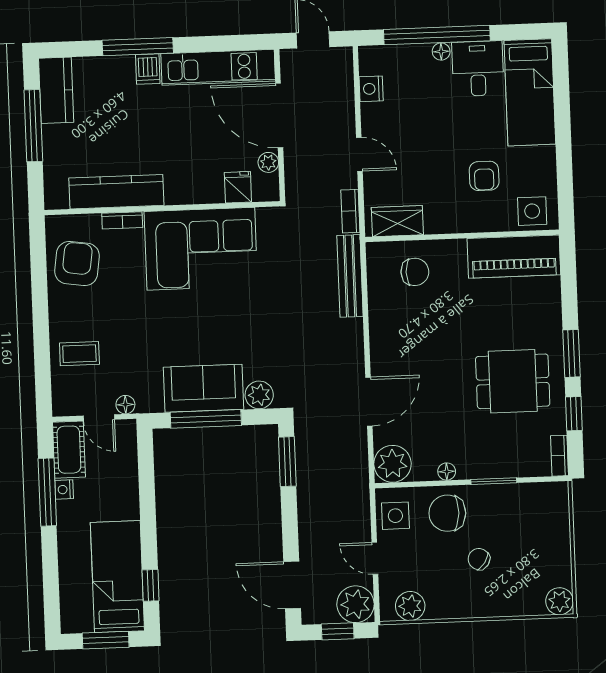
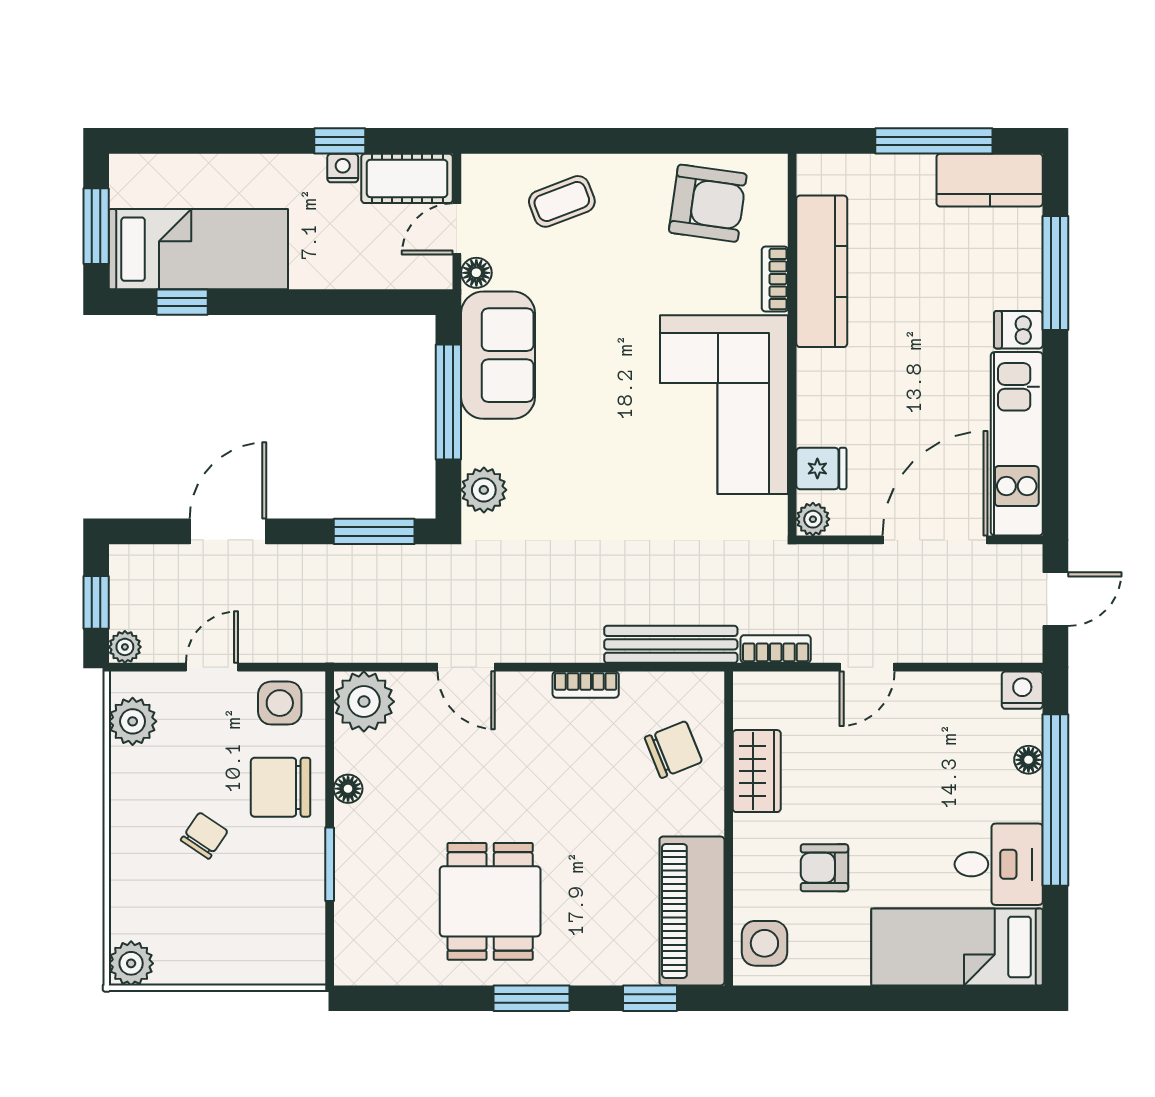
window: (138, 47) -> (1055, 273), moved
floor lamp: (441, 52) -> (1028, 760), moved
nightstand: (371, 89) -> (1022, 690), moved
plant: (268, 162) -> (813, 519), moved
wardrobe: (397, 221) -> (757, 771), moved
chair: (415, 272) -> (673, 750), turned -112
coffee table: (79, 354) -> (562, 201), turned 69
sofa: (203, 388) -> (498, 355), moved
door: (369, 402) -> (466, 667), width x0.73
window: (574, 414) -> (650, 998), moved
bookcase: (559, 456) -> (586, 685), moved, turned 180
window: (47, 492) -> (340, 141), width x0.46
chair: (447, 513) -> (281, 787), turned -92
door: (292, 585) -> (228, 531), moved
plant: (356, 604) -> (125, 647), width x0.53, depth x0.53

